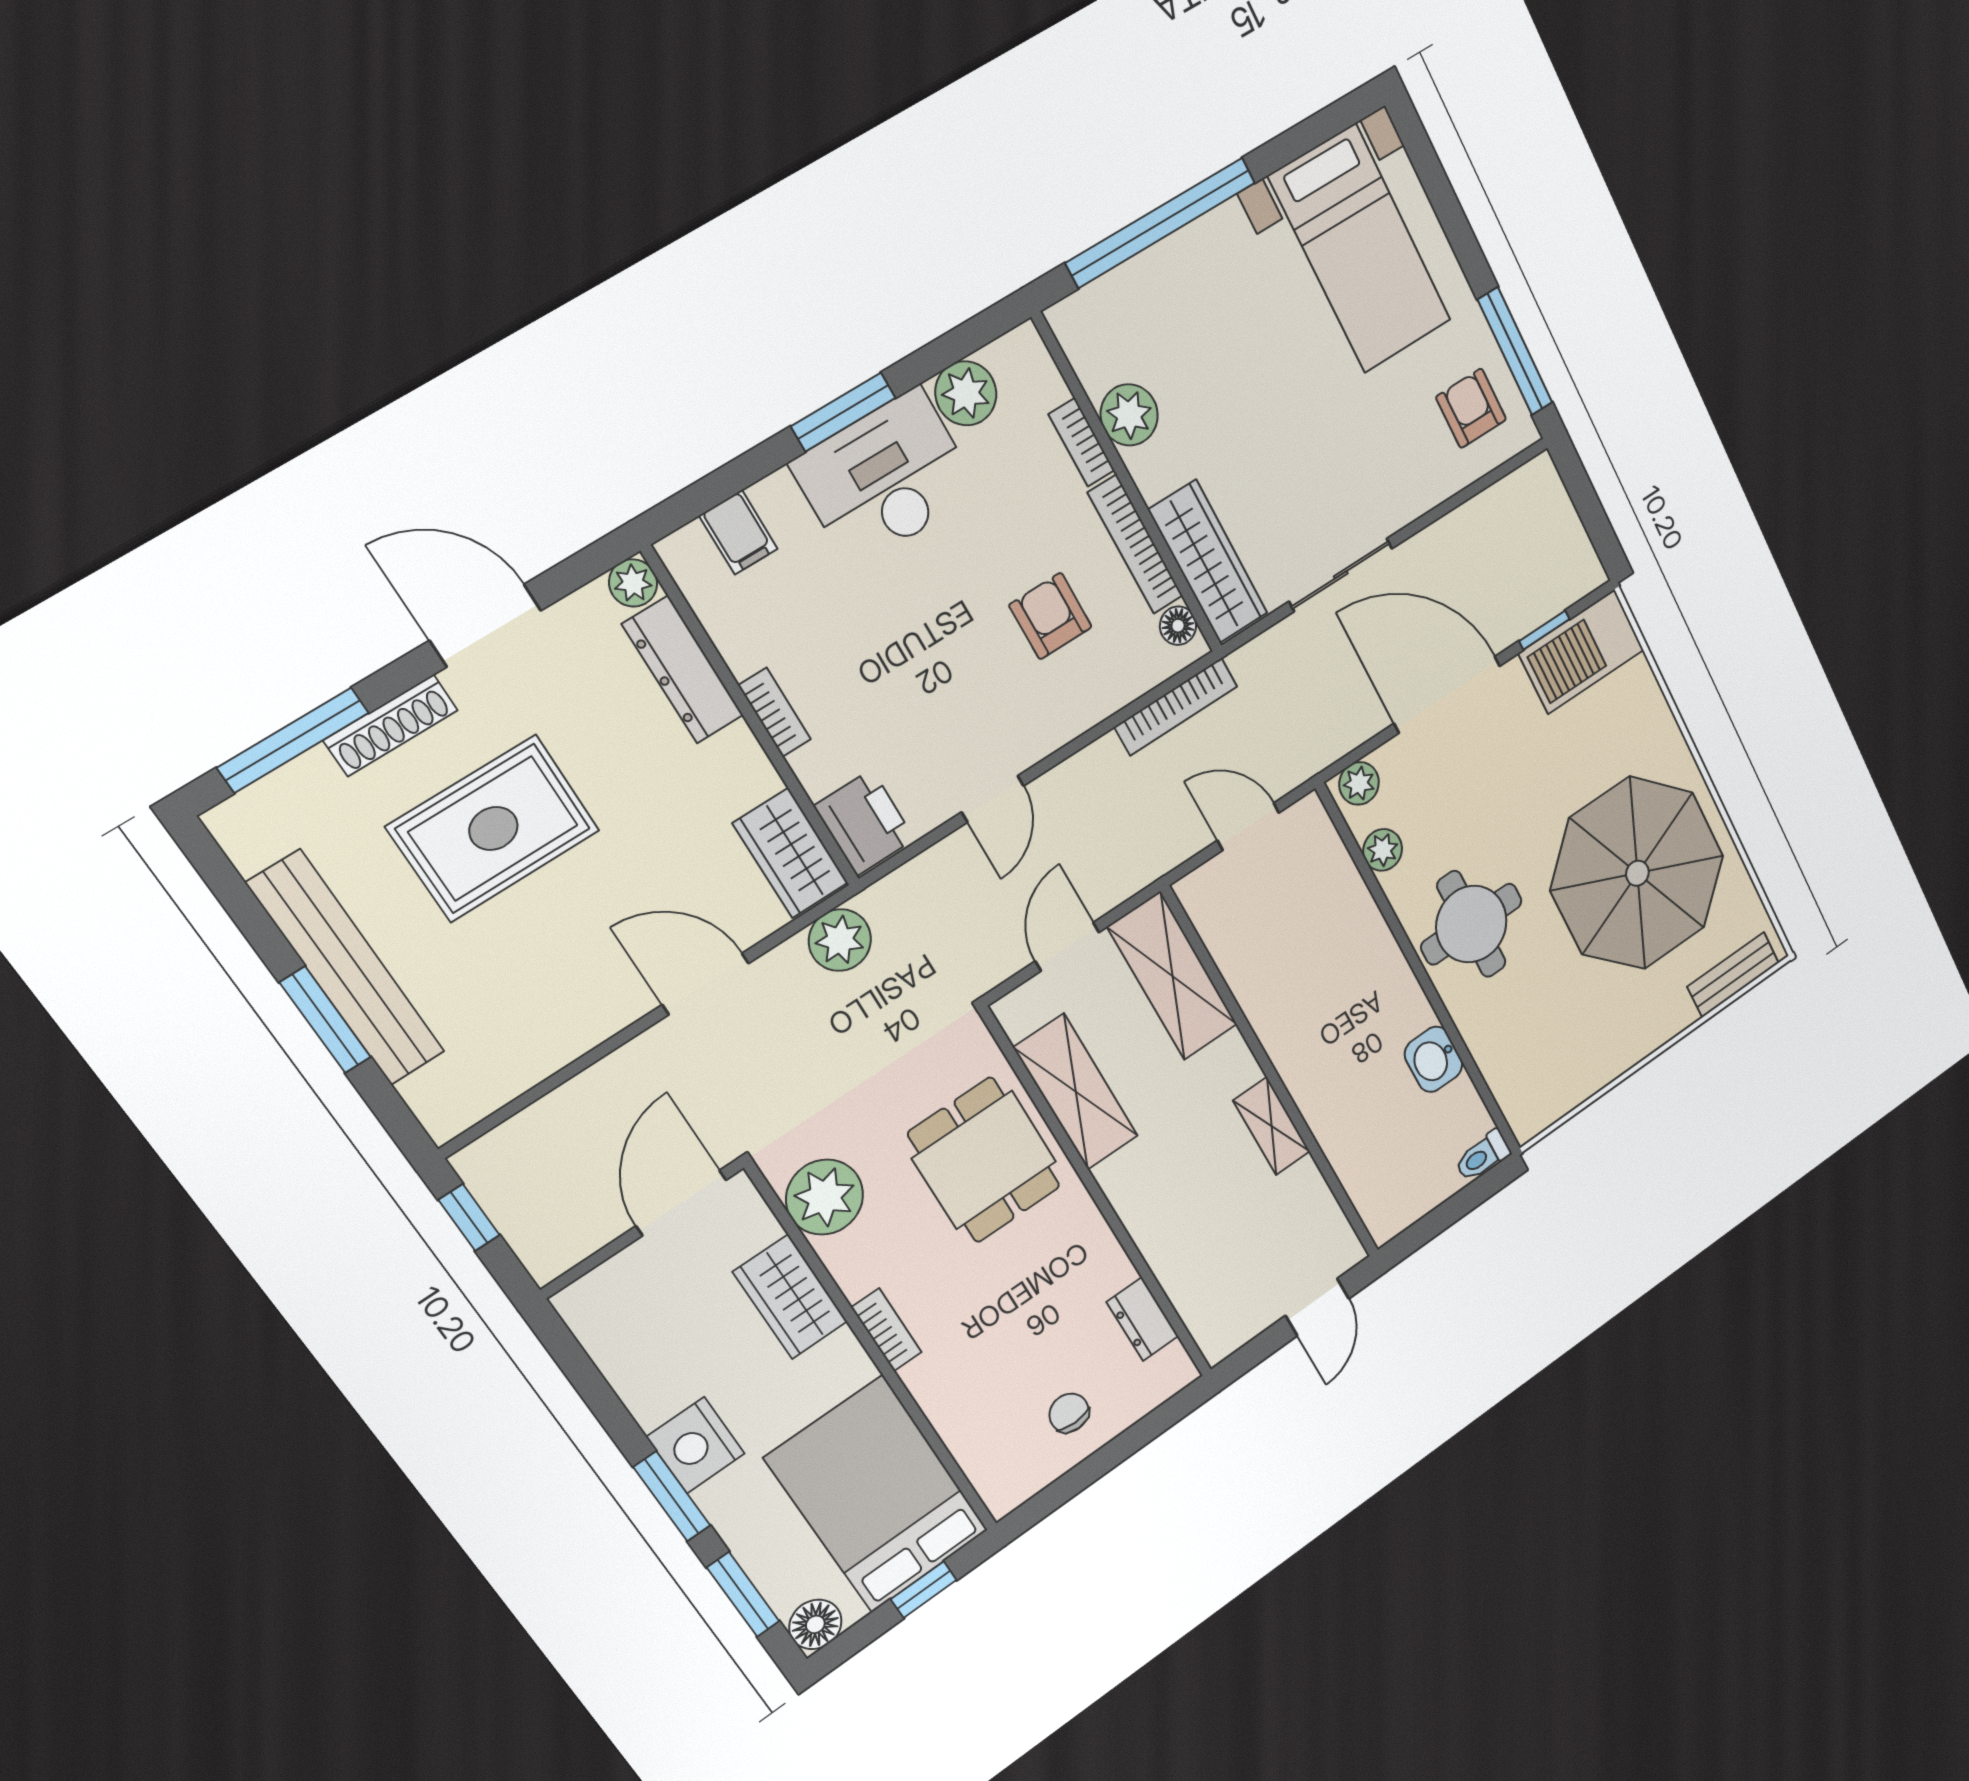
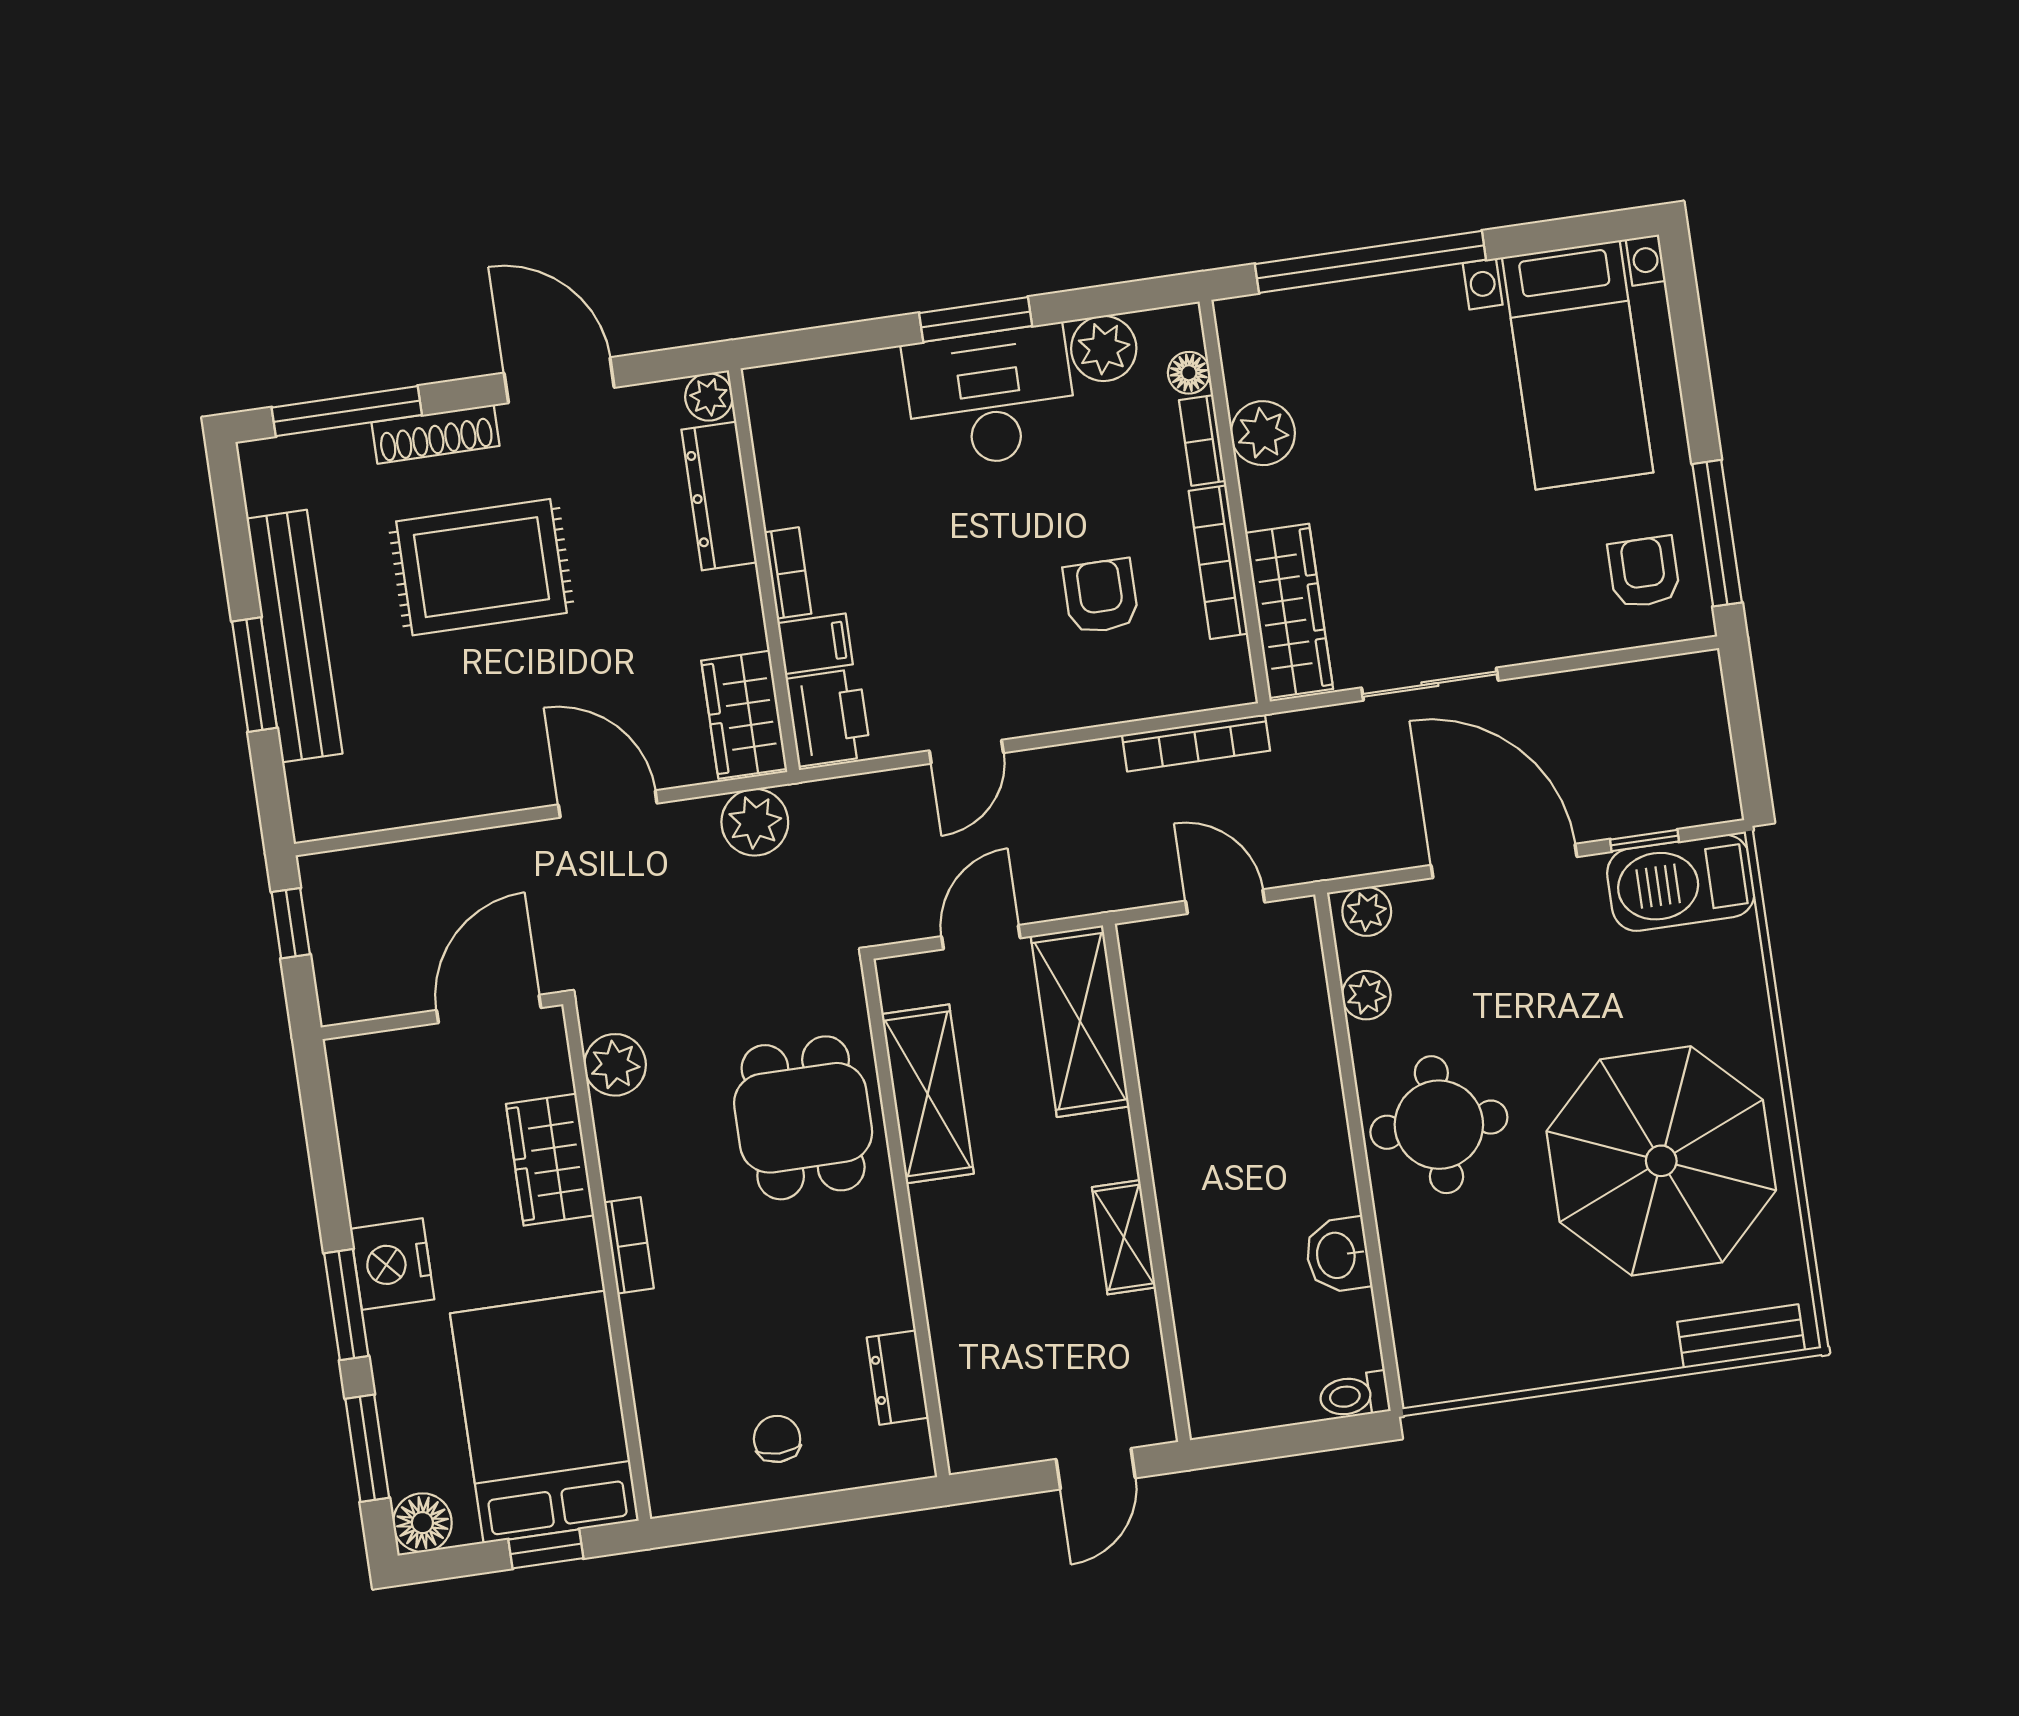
filing cabinet: (738, 532) -> (815, 644), moved, turned -90
floor lamp: (1178, 626) -> (1189, 373), moved
plant: (825, 1197) -> (615, 1065), width x0.73, depth x0.73

